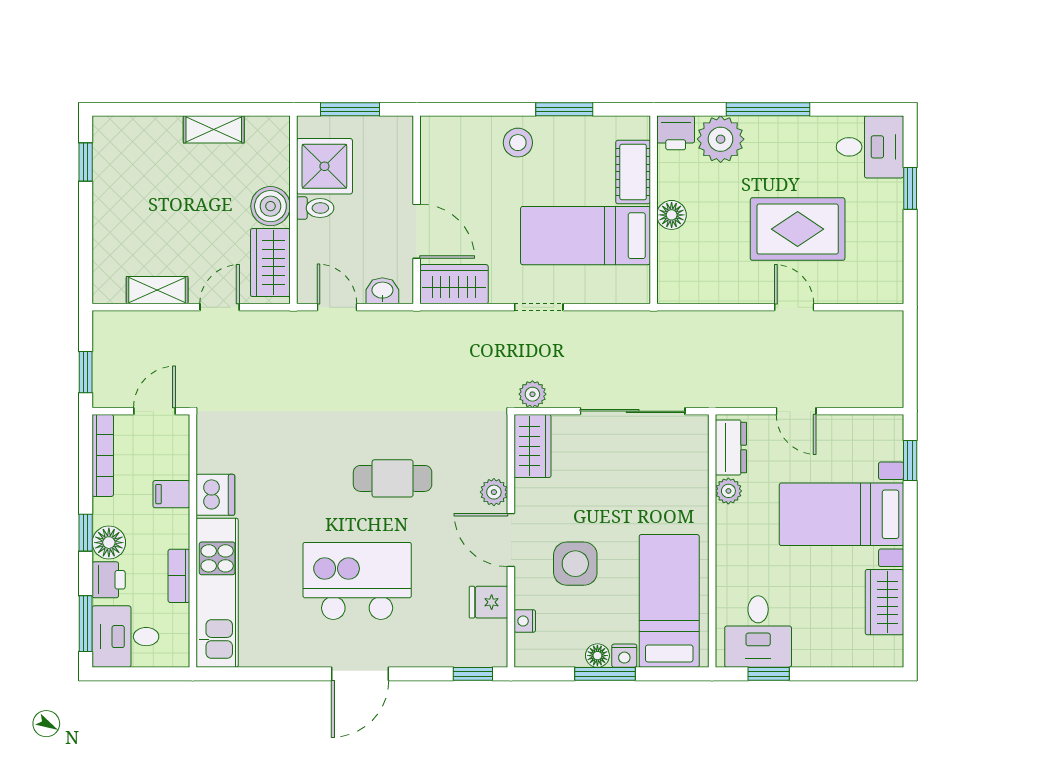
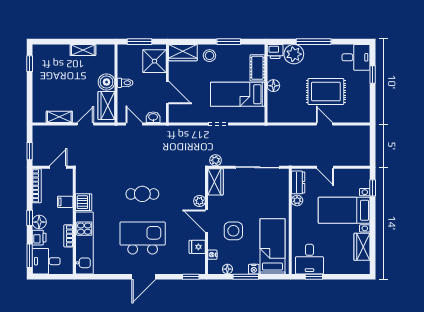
shower: (324, 166) -> (154, 61), moved
wardrobe: (454, 284) -> (183, 53), moved, turned 180
cafe table: (393, 478) -> (142, 194), moved
floor lamp: (597, 656) -> (227, 269), moved

